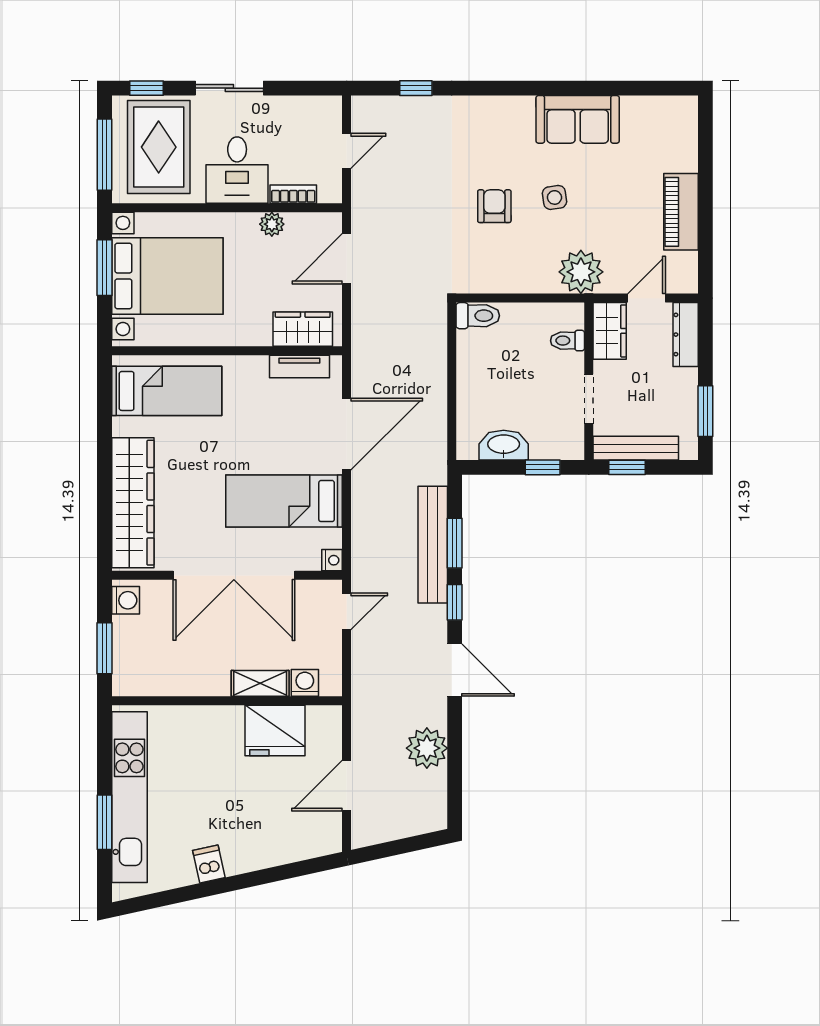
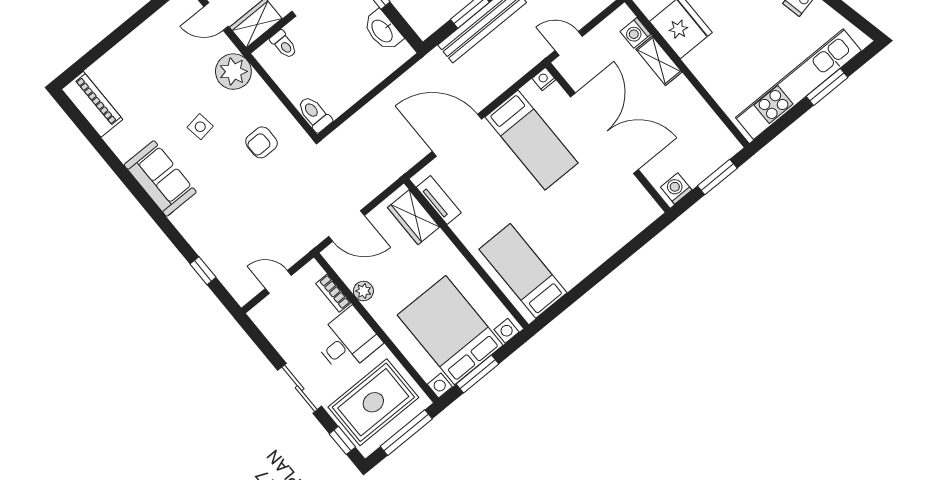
sofa: (578, 119) -> (160, 178), moved
armchair: (494, 206) -> (261, 142), moved
piano: (681, 212) -> (92, 104), moved, turned -90
wardrobe: (133, 503) -> (611, 234), removed

